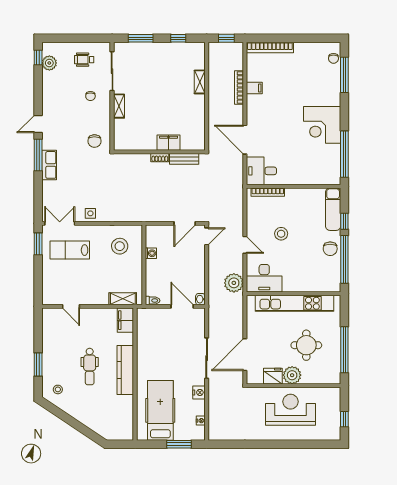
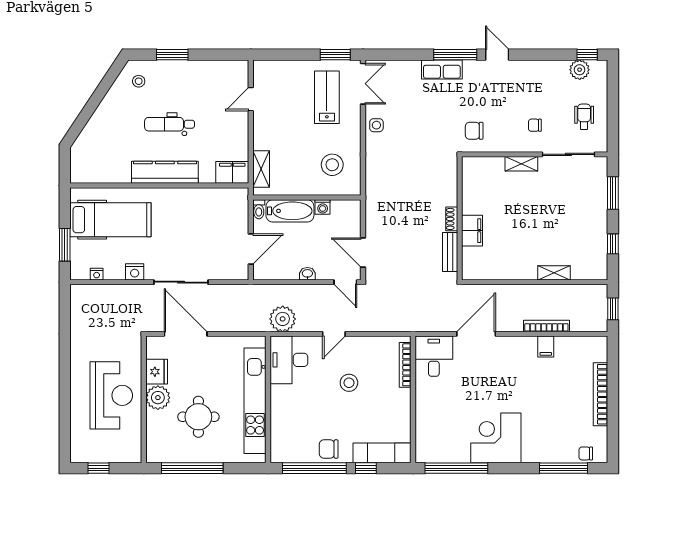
bookcase: (270, 47) -> (601, 394), moved
bathtub: (154, 277) -> (290, 211), added
washbasin: (200, 299) -> (307, 274), moved

